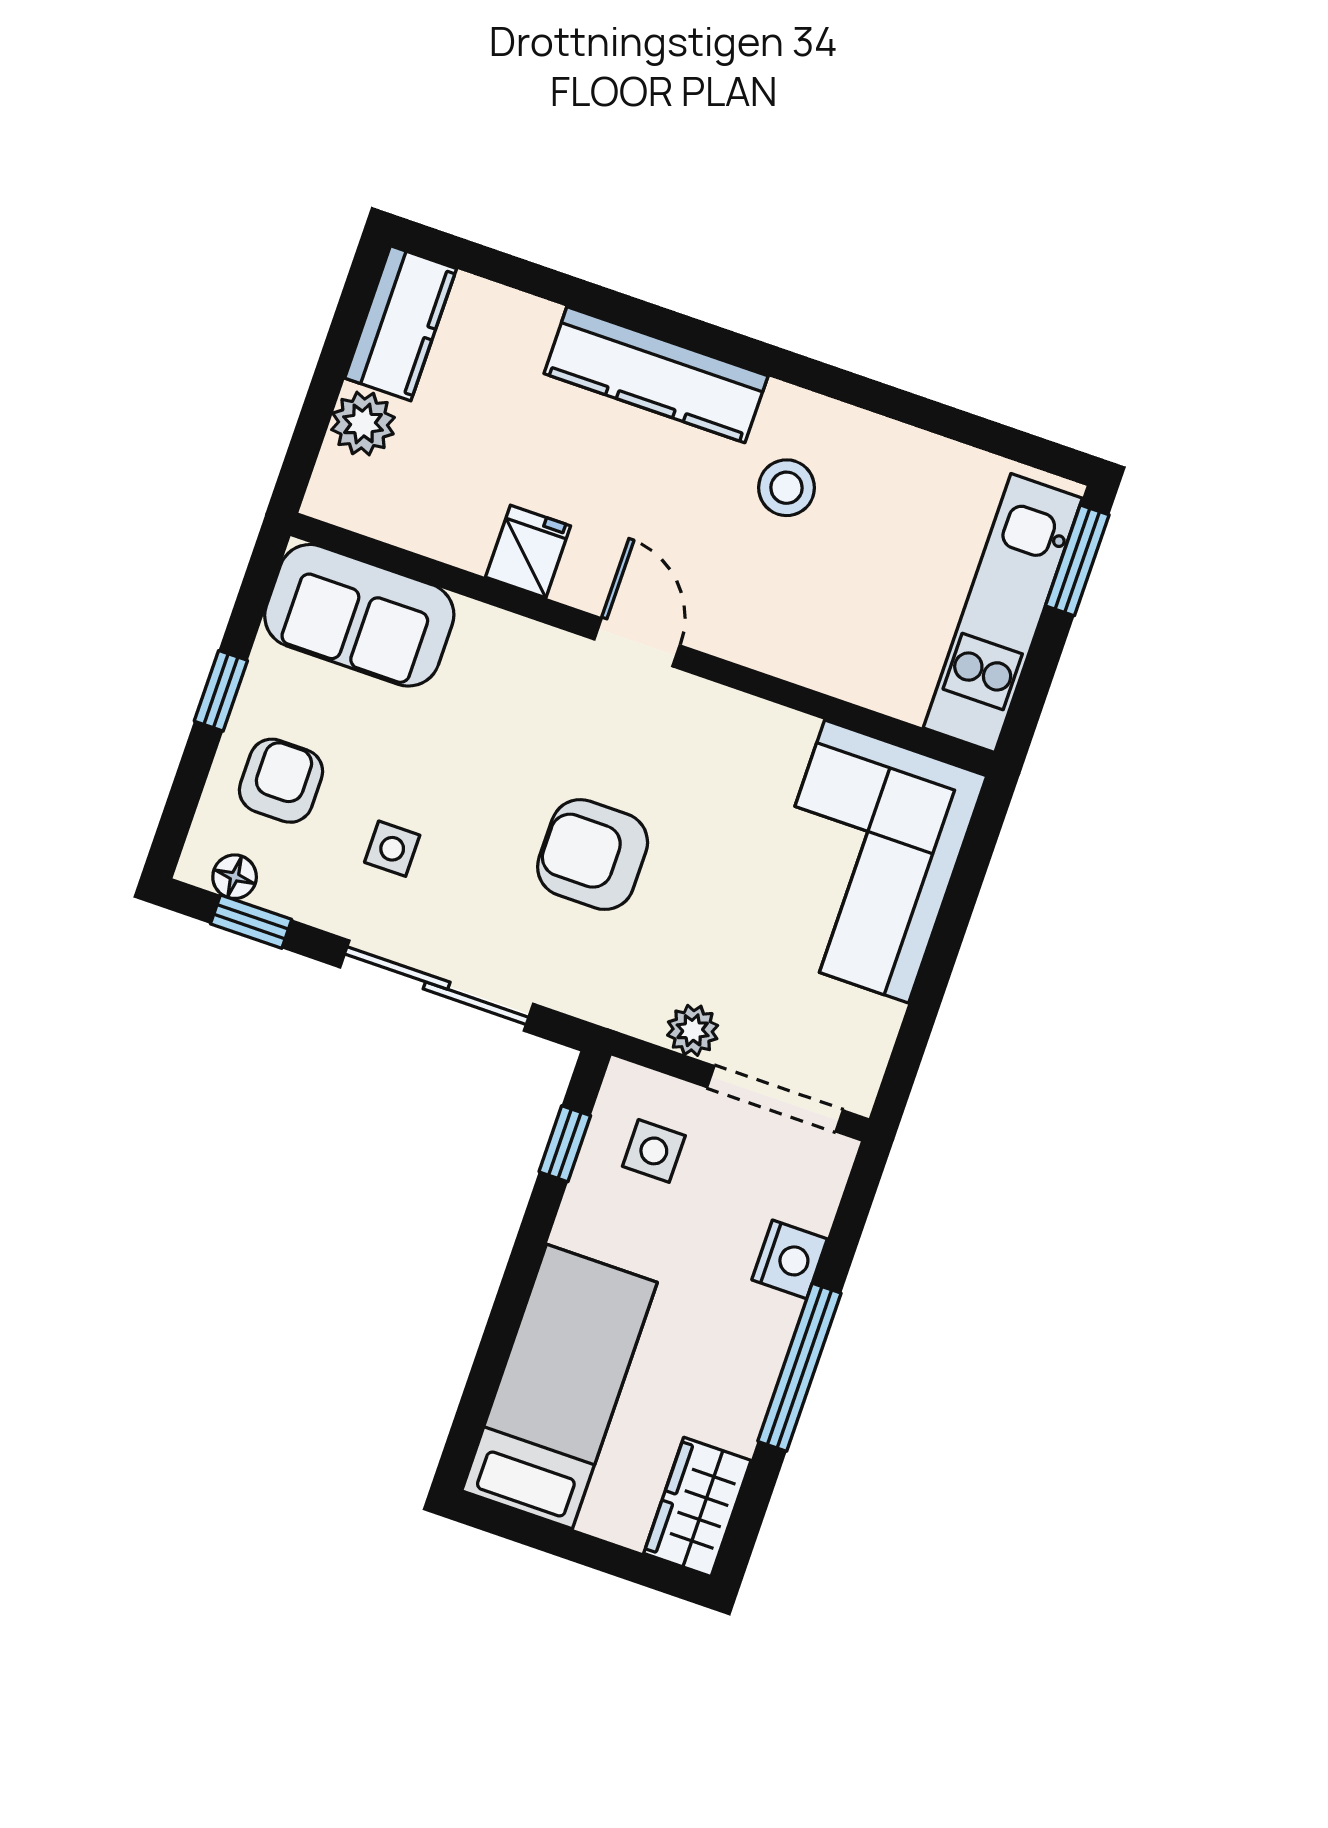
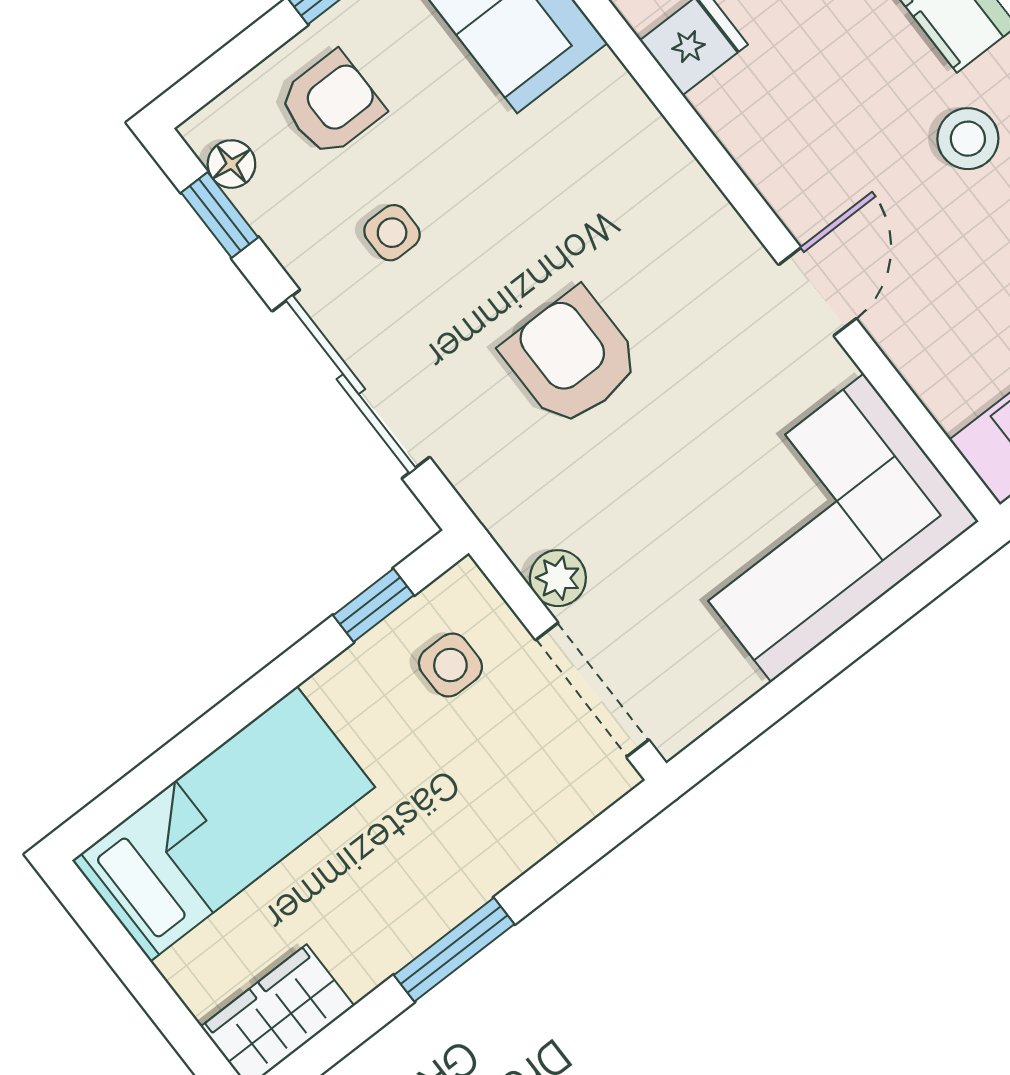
door: (637, 642) -> (817, 292), moved
nightstand: (790, 1259) -> (510, 845), removed
window: (799, 1367) -> (454, 950), width x0.69

